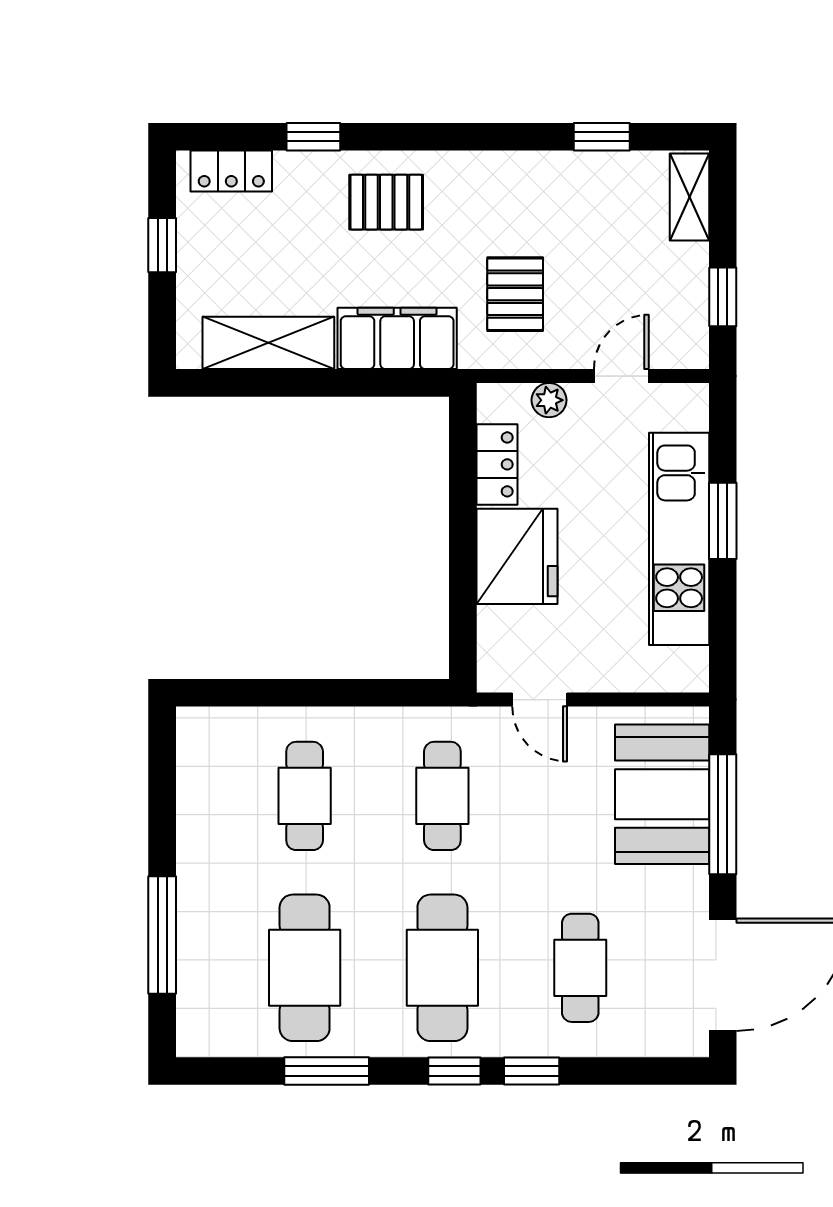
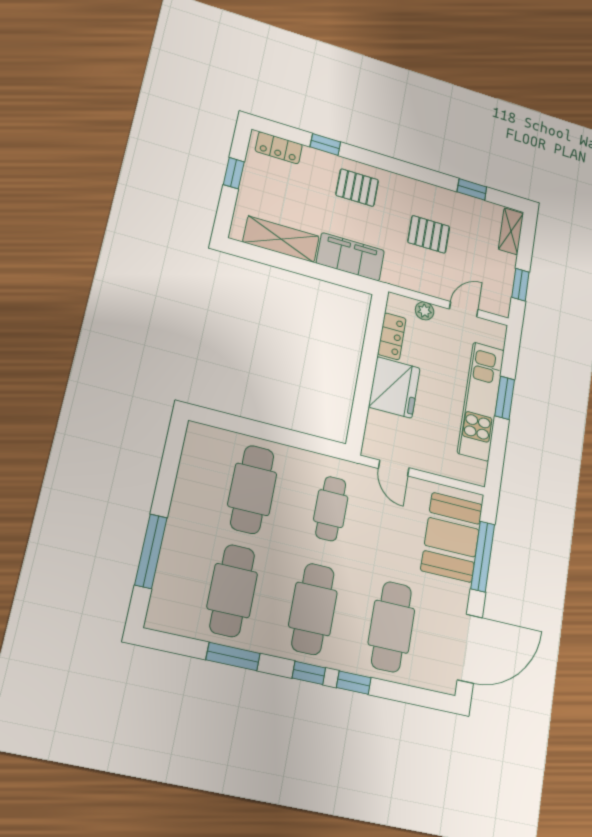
pallet: (515, 294) -> (429, 234), moved, turned 90
cafe table: (305, 796) -> (252, 489), width x1.37, depth x1.35
cafe table: (580, 968) -> (391, 627), width x1.37, depth x1.35

